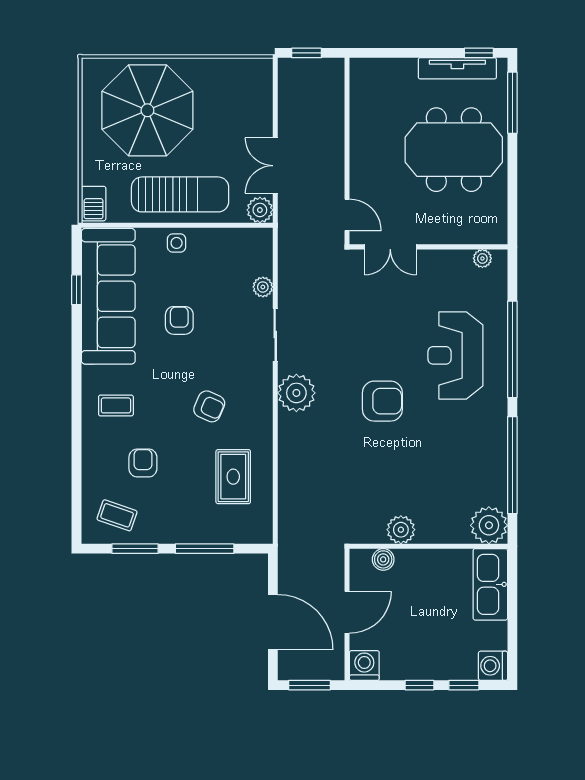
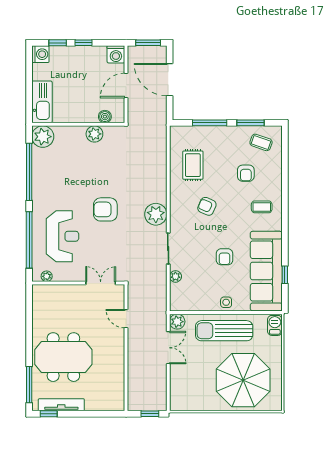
double door: (390, 247) -> (101, 283), moved
wall: (428, 247) -> (78, 283), moved
plant: (482, 258) -> (47, 276), moved

